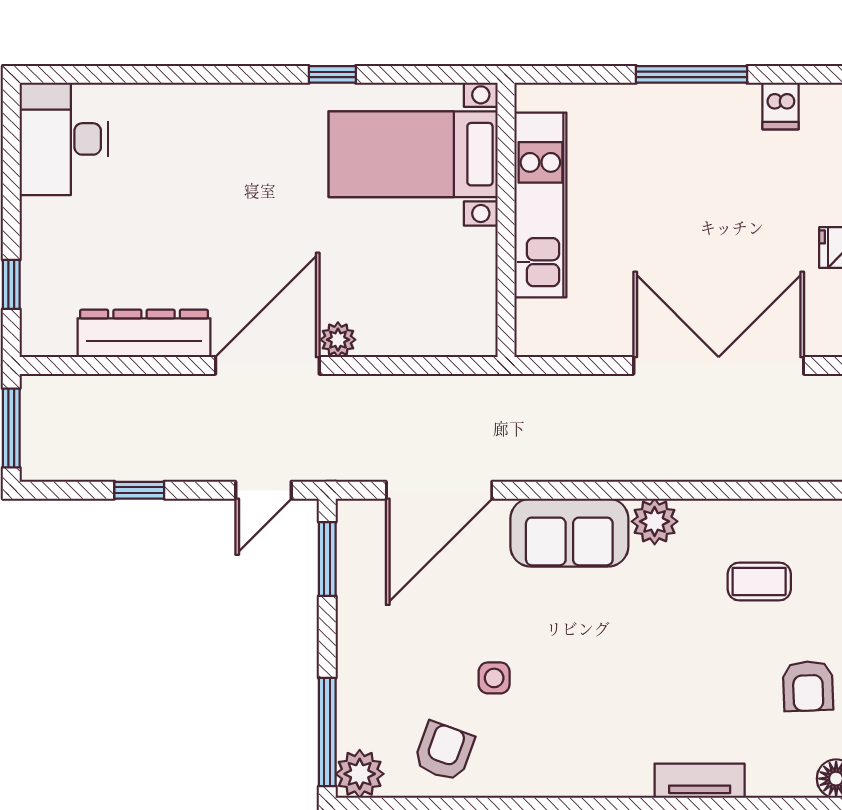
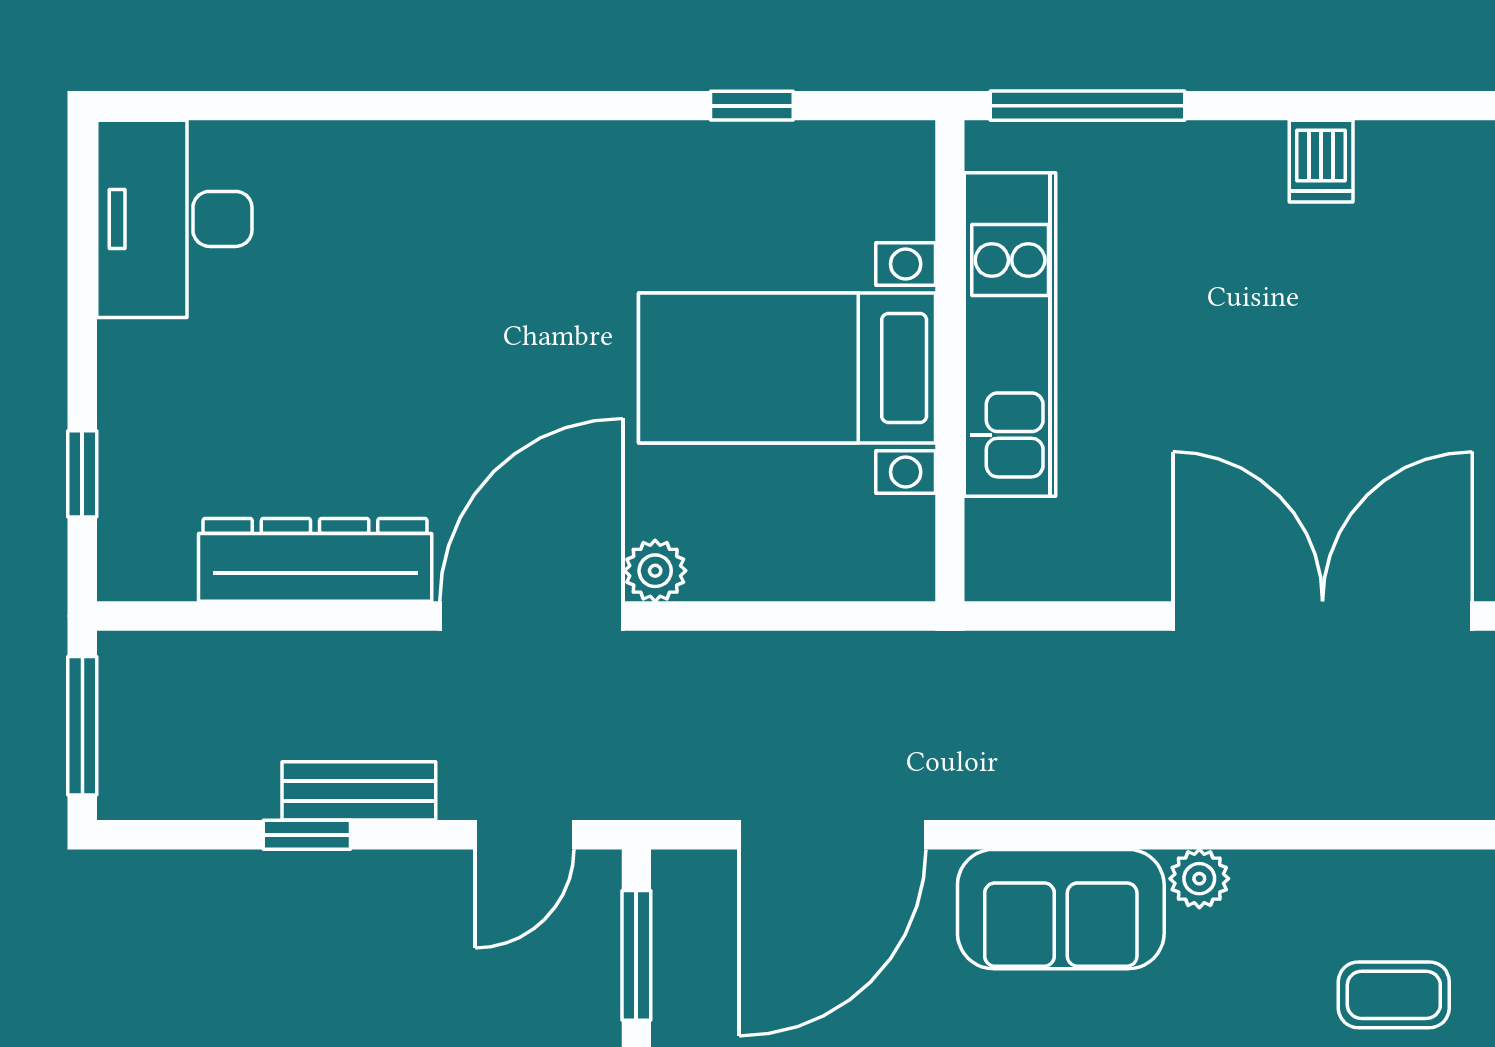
window: (332, 74) -> (752, 106), moved
window: (691, 74) -> (1087, 106), moved
dishwasher: (781, 106) -> (1321, 161), moved
bed with nightstands: (413, 154) -> (787, 368), moved
bench: (169, 465) -> (359, 791), added
plant: (655, 521) -> (1199, 879), width x0.73, depth x0.73

